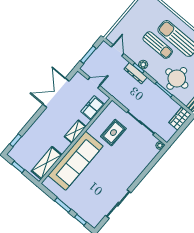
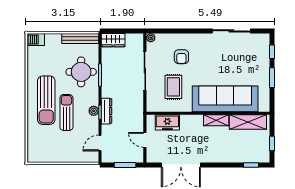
shelving: (75, 132) -> (216, 120), moved
rug: (113, 133) -> (173, 87), turned 90
armchair: (129, 155) -> (181, 57), added

